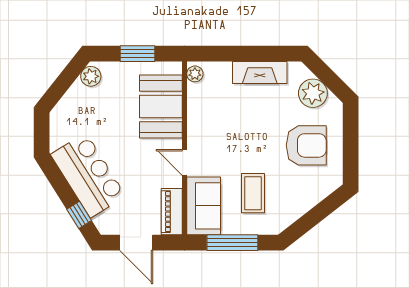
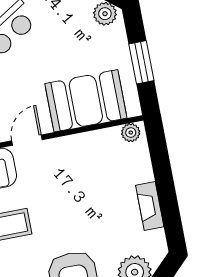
fireplace: (260, 72) -> (150, 206), width x0.73, depth x0.76

